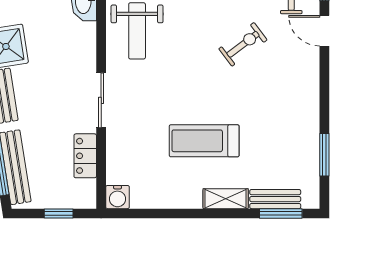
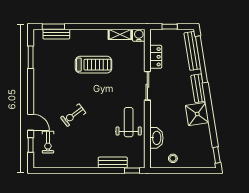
shelving: (226, 199) -> (120, 34), moved

